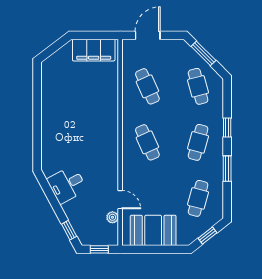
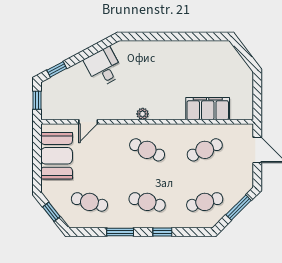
filing cabinet: (94, 50) -> (208, 109), moved, turned 90
cafe table: (147, 142) -> (147, 150), turned 48
plant: (112, 217) -> (143, 114), moved

